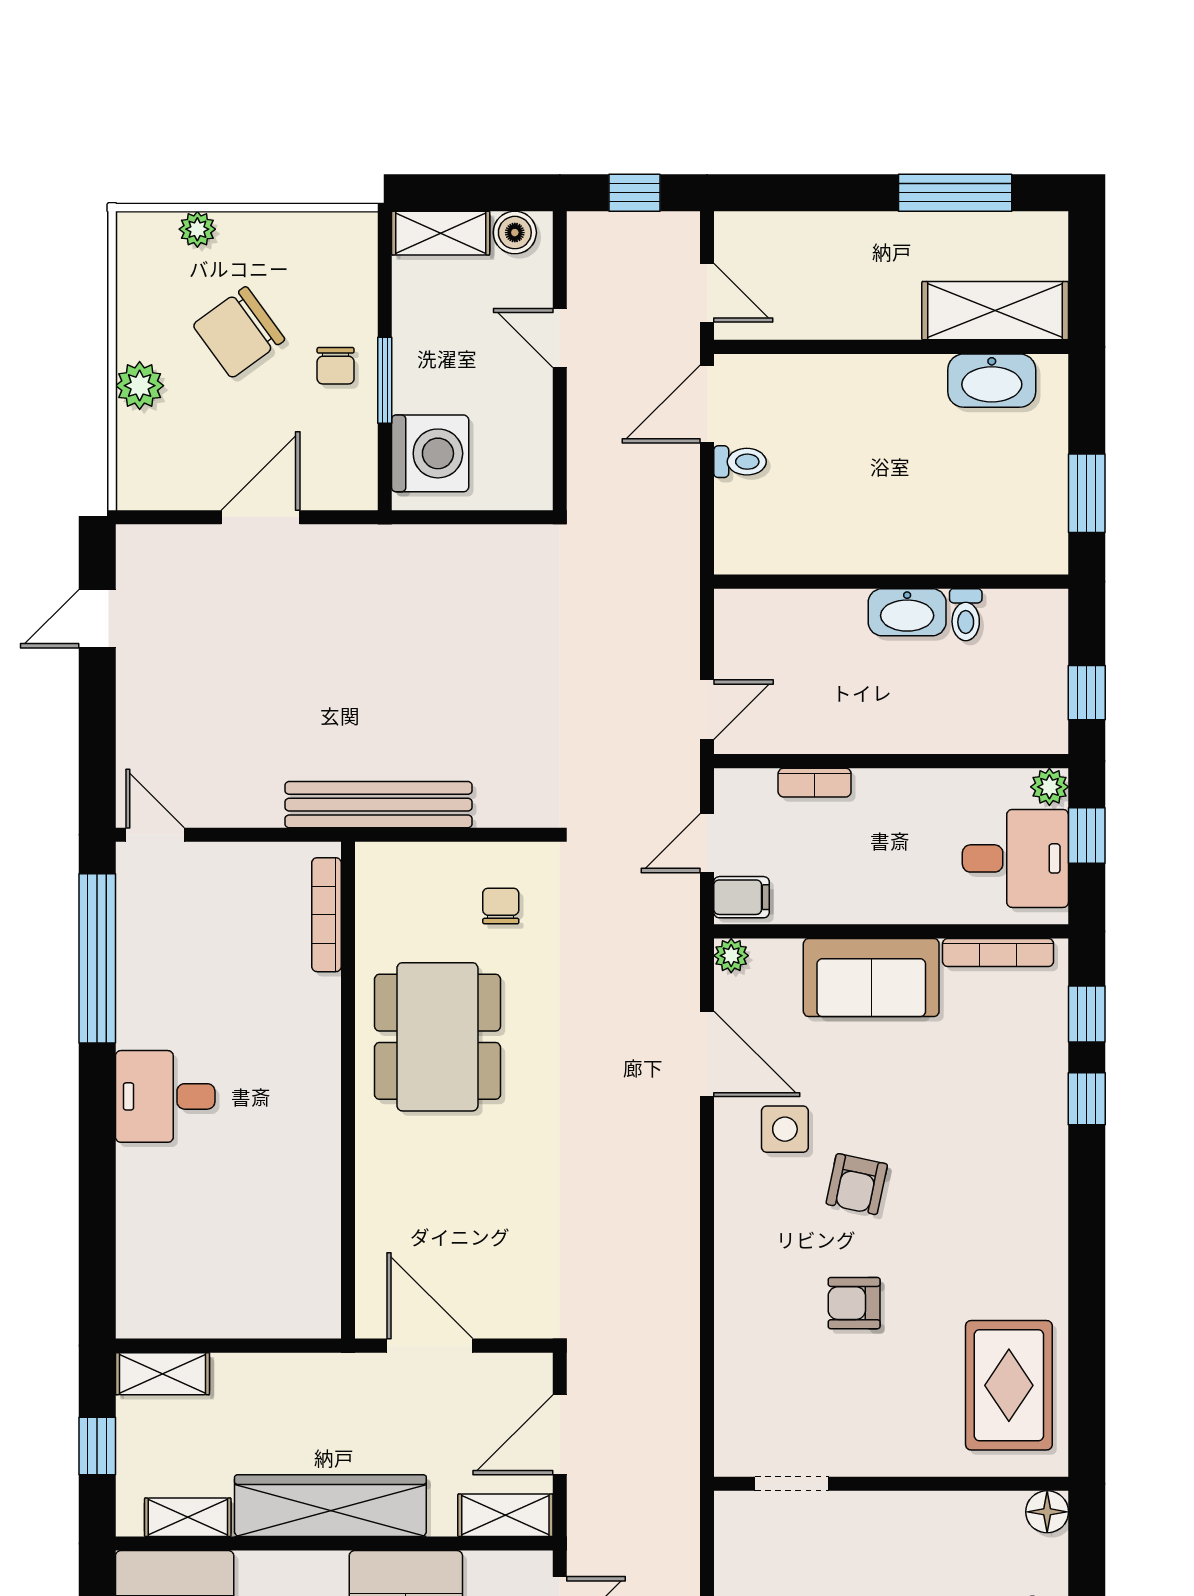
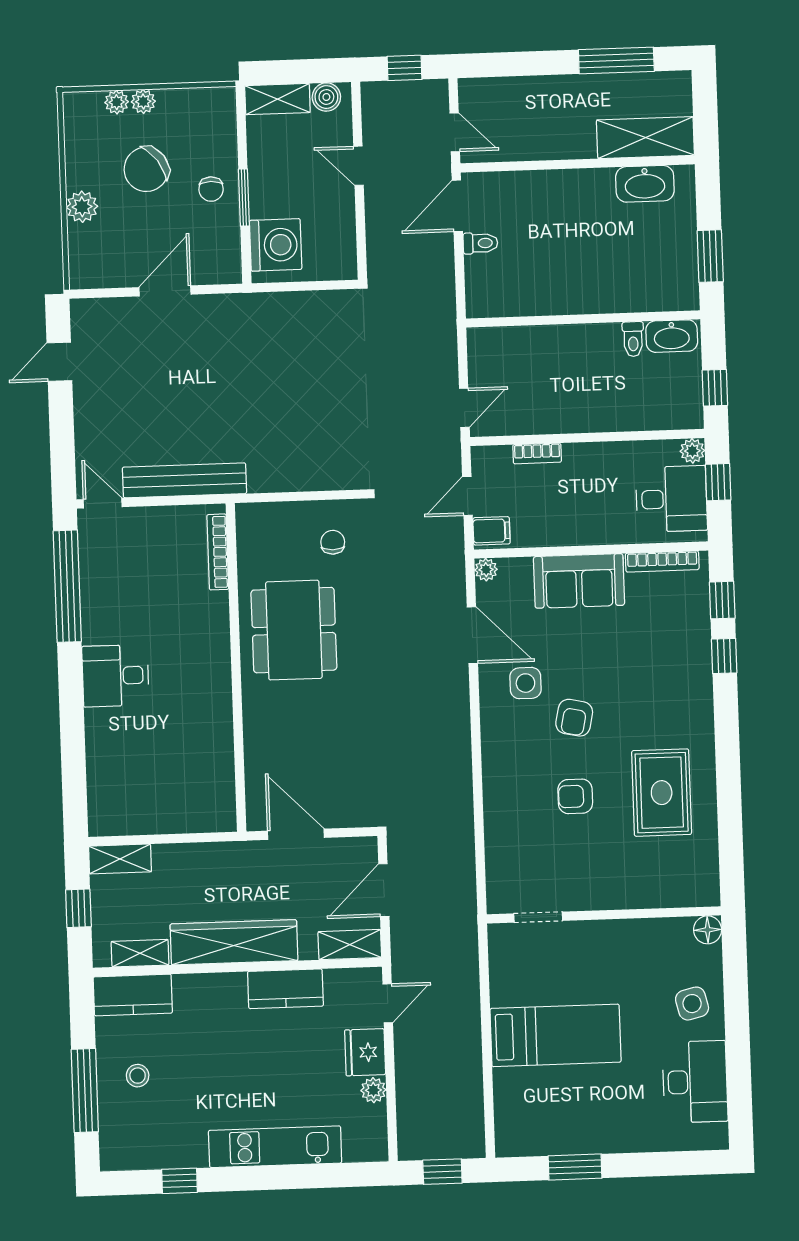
plant: (238, 230) -> (143, 101), added
washbasin: (907, 612) -> (672, 336), moved
bench: (379, 805) -> (185, 480), moved
rug: (1009, 1385) -> (662, 793), moved

